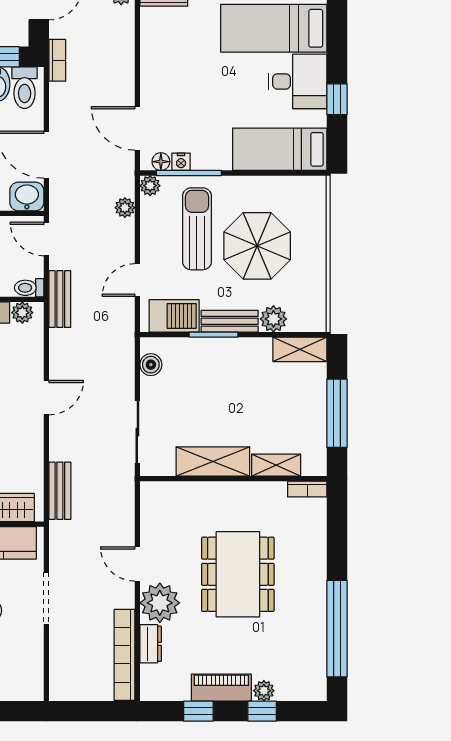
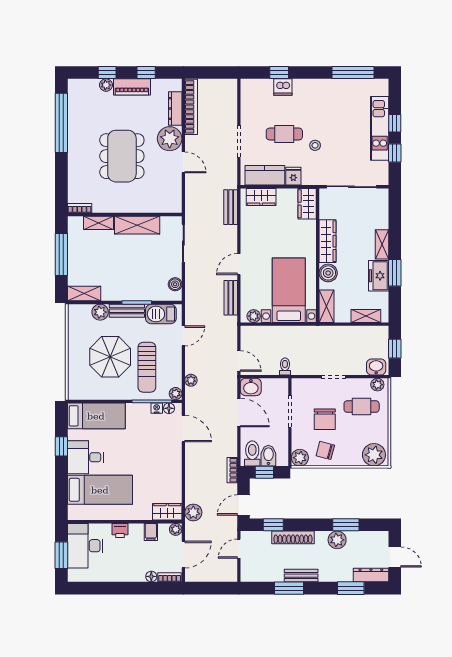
toilet: (29, 288) -> (249, 331), removed
bench: (60, 299) -> (231, 298), moved
dresser: (151, 644) -> (175, 109), width x1.44

